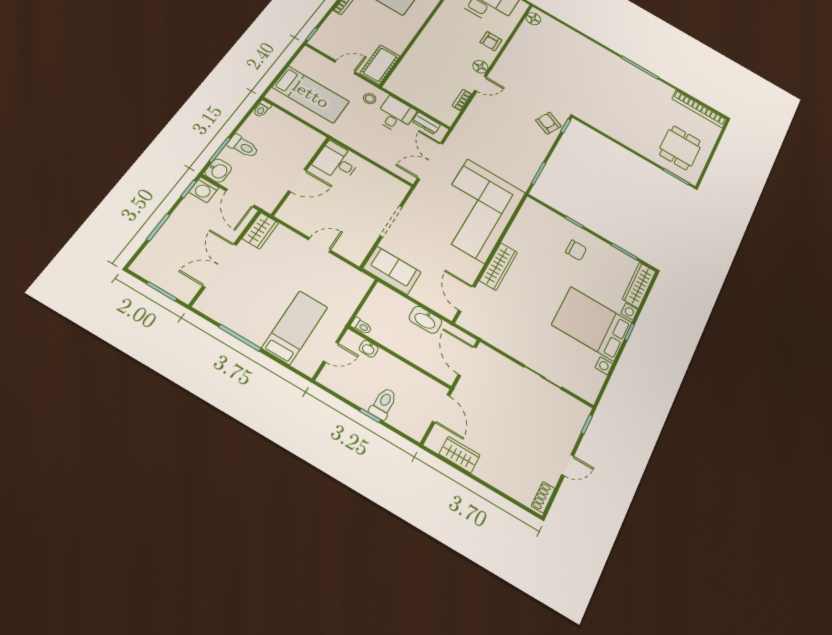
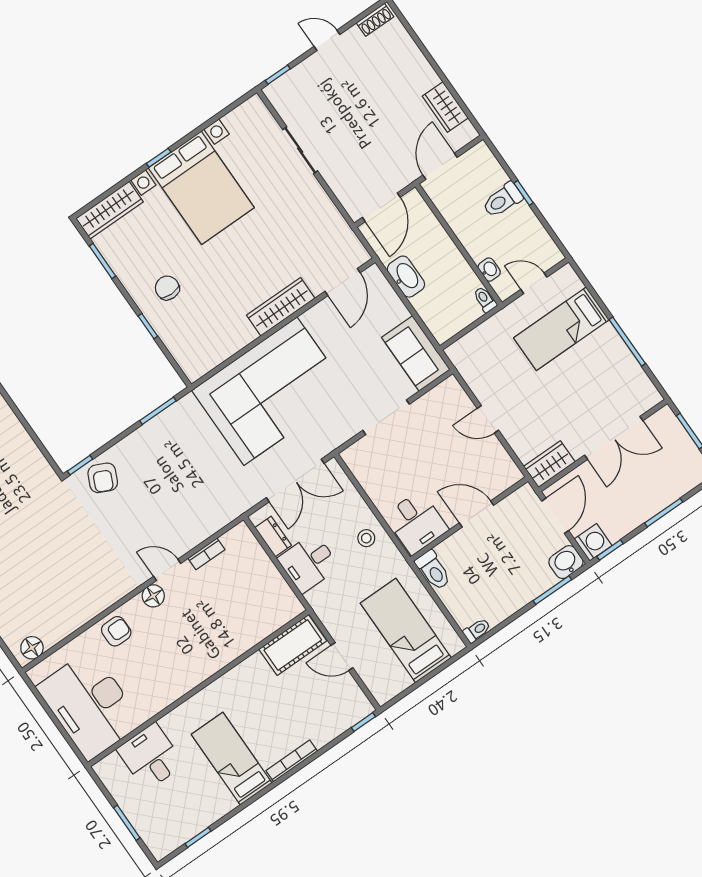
stool: (370, 99) -> (366, 538), moved
toilet: (243, 146) -> (433, 570), moved, turned 180

